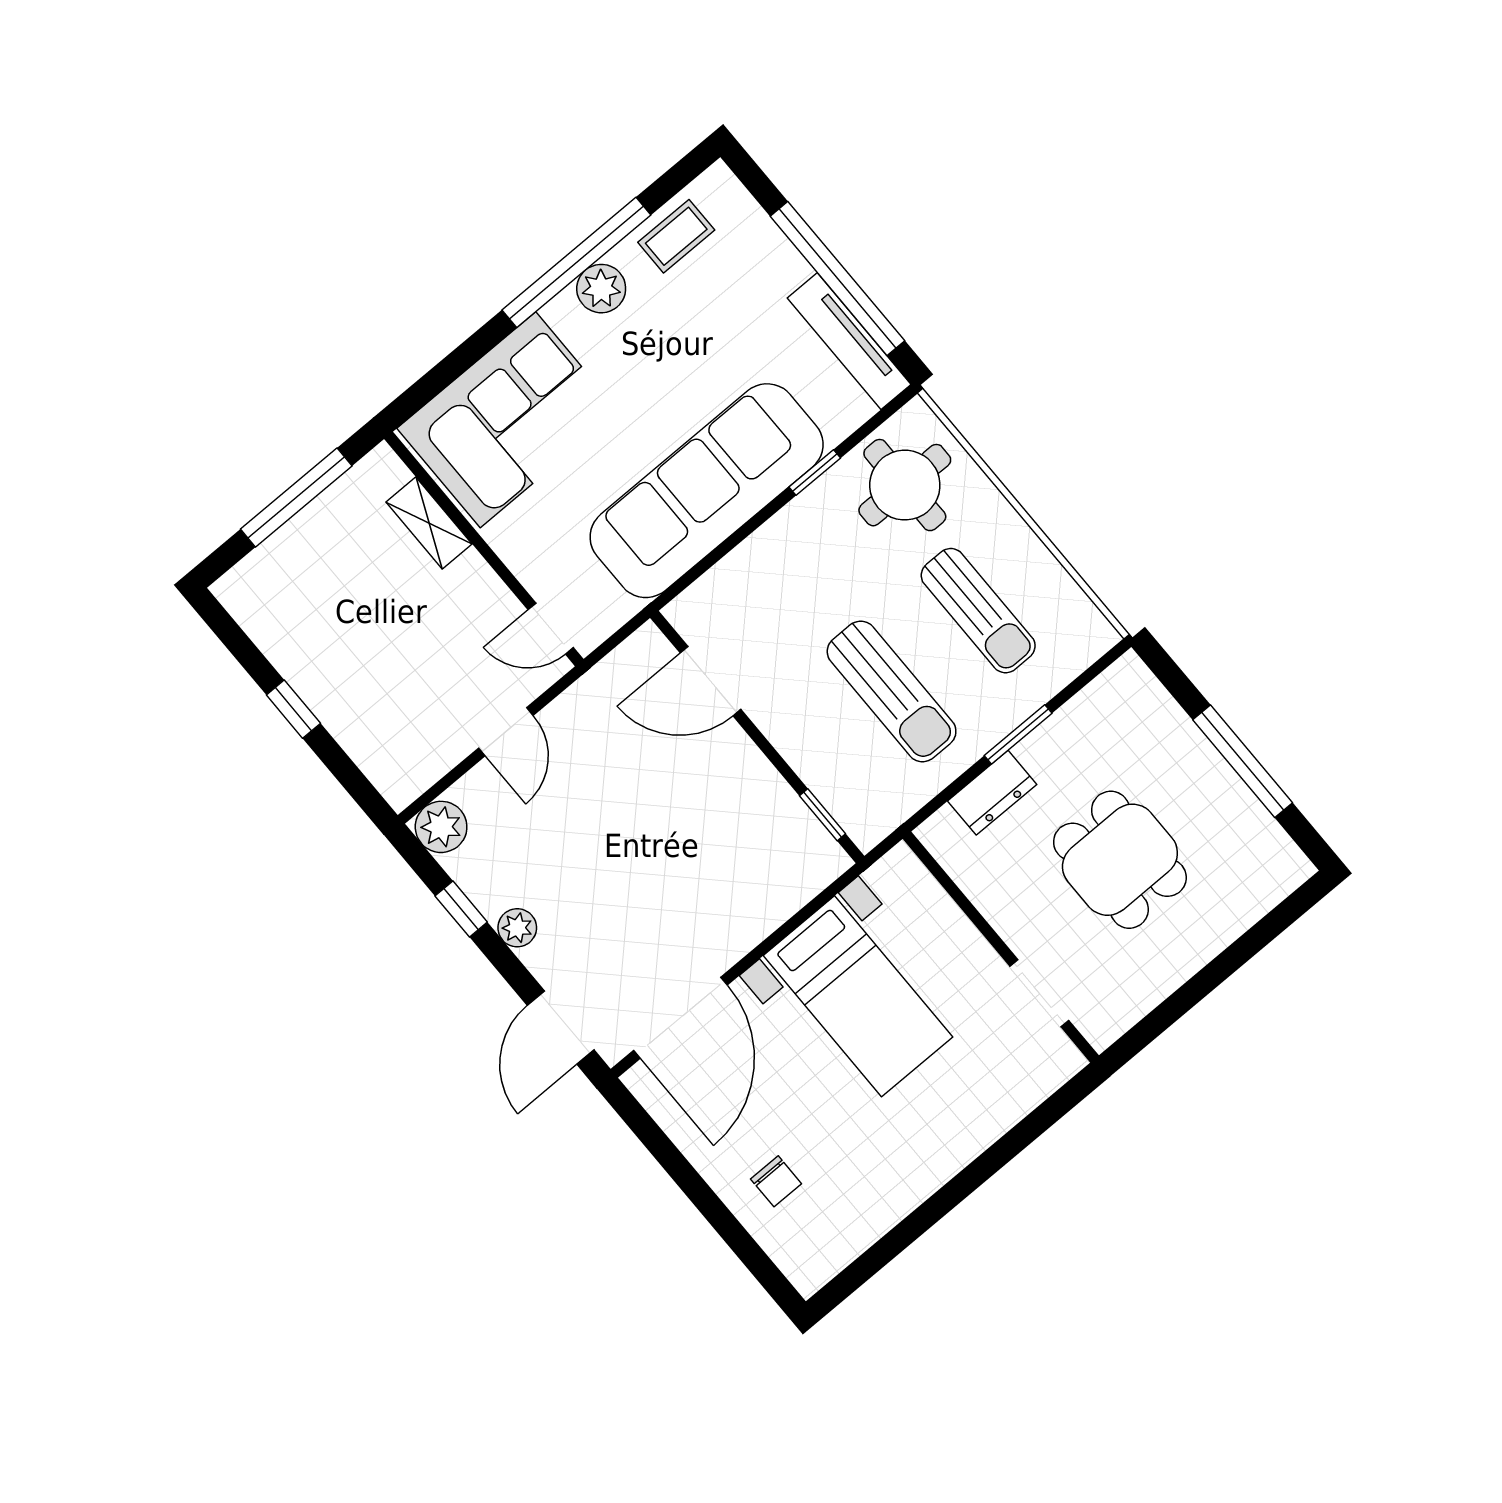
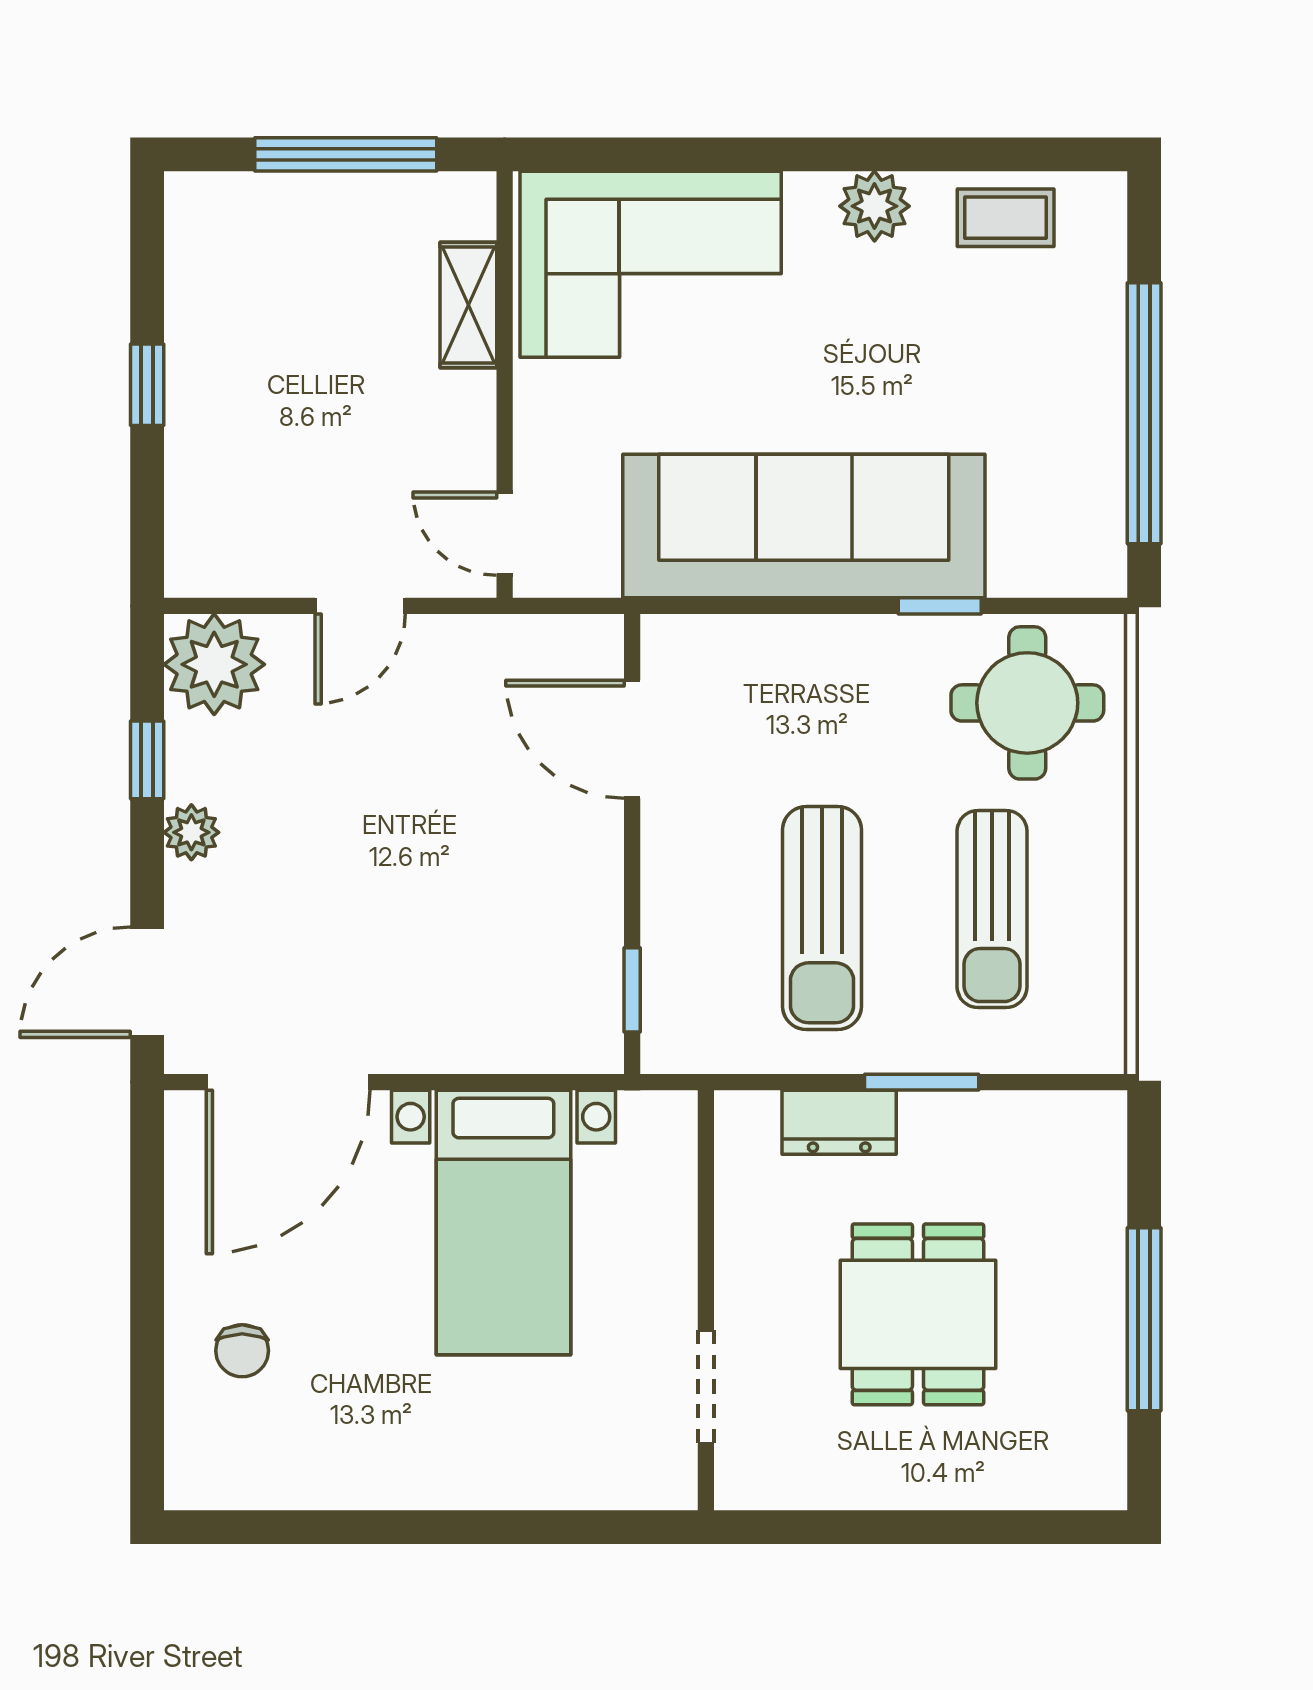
window: (576, 262) -> (871, 154), removed
tv unit: (849, 341) -> (1099, 493), removed
plant: (441, 827) -> (214, 664), width x1.36, depth x1.36

